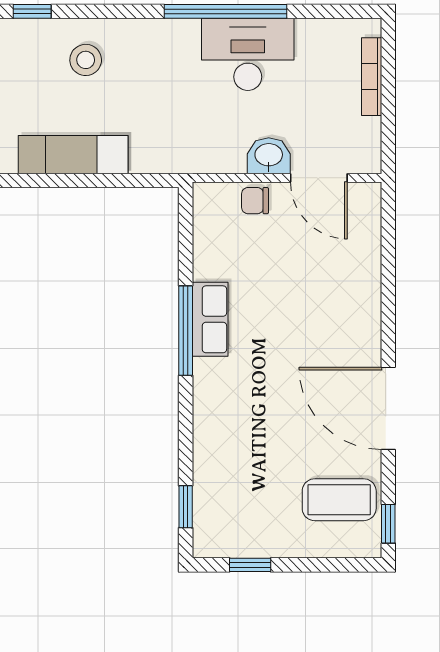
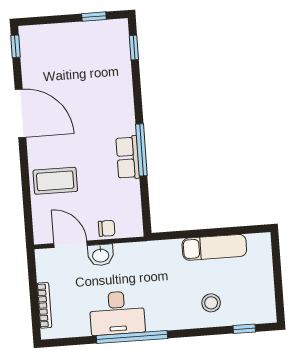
coffee table: (339, 500) -> (55, 181), moved

